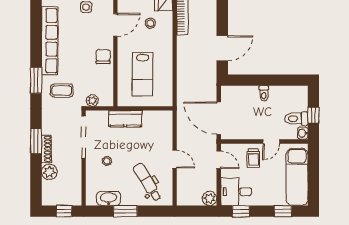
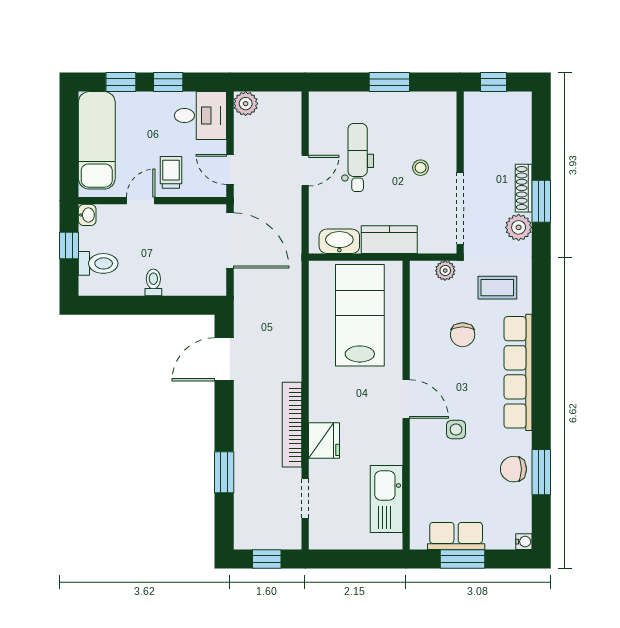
stool: (150, 23) -> (347, 402), removed
door: (115, 25) -> (406, 399), swing flipped
chair: (103, 57) -> (463, 335), moved
lab bench: (143, 74) -> (360, 315), width x1.36, depth x1.39
window: (36, 80) -> (541, 305), removed
toilet: (296, 119) -> (98, 263), moved
door: (175, 159) -> (305, 171), swing flipped
plant: (49, 172) -> (519, 227), moved
dental chair: (147, 182) -> (358, 157), moved, turned -149
washbasin: (109, 198) -> (339, 241), moved, turned 180
window: (241, 211) -> (168, 82), moved

